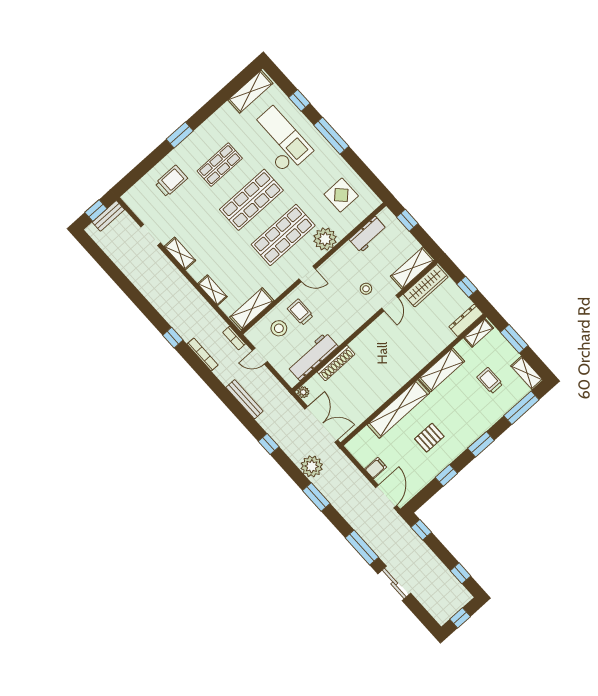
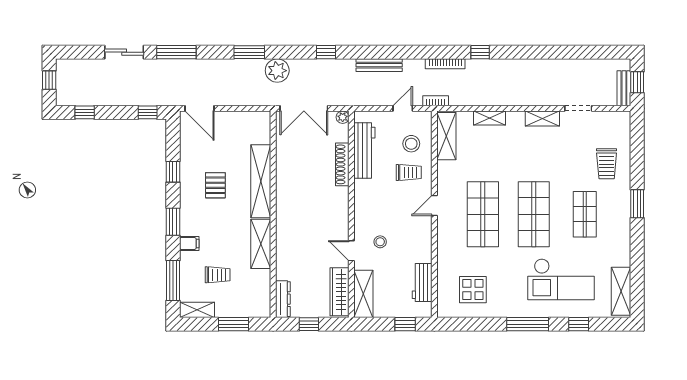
plant: (325, 239) -> (449, 245), removed
shelving: (479, 333) -> (264, 300), removed
filing cabinet: (376, 468) -> (189, 244), moved, turned -90

